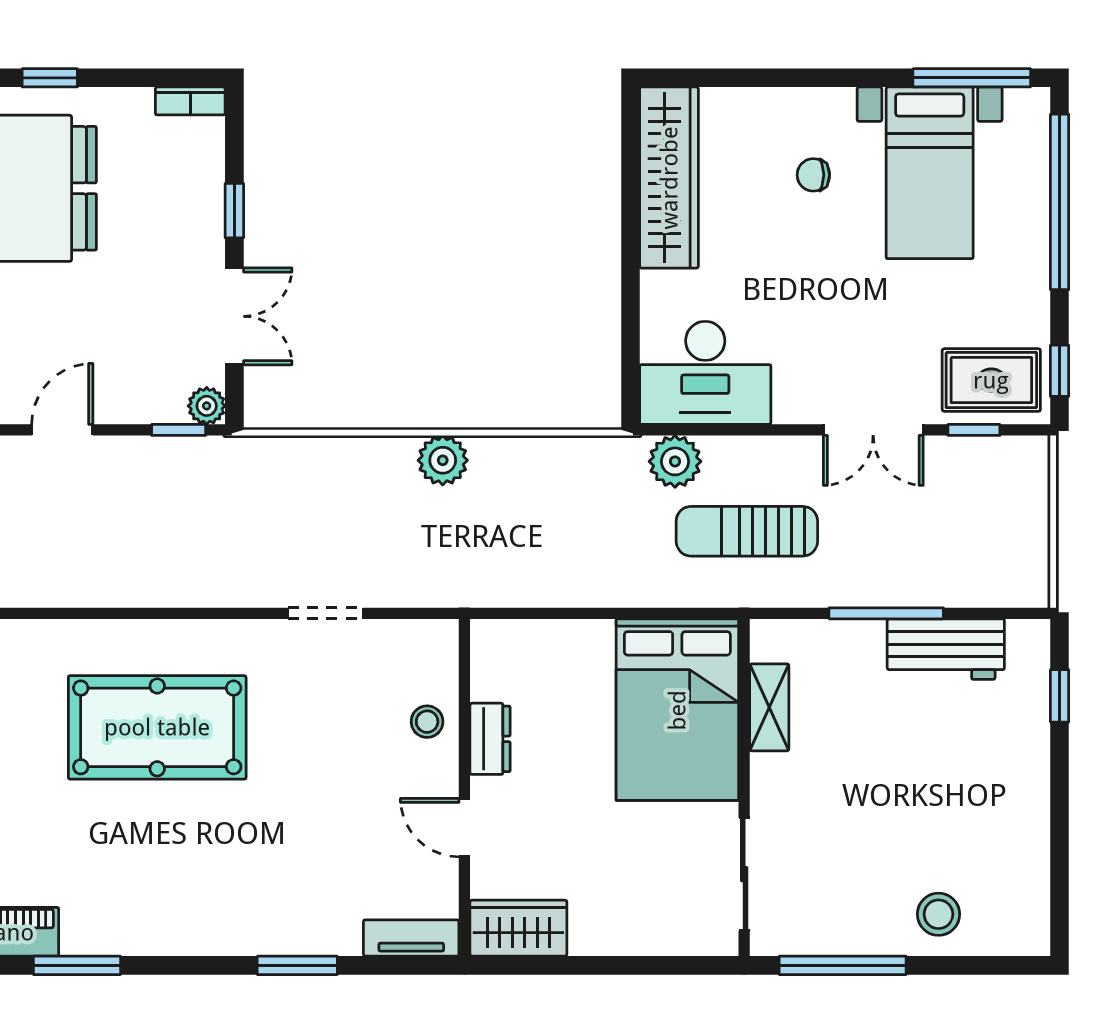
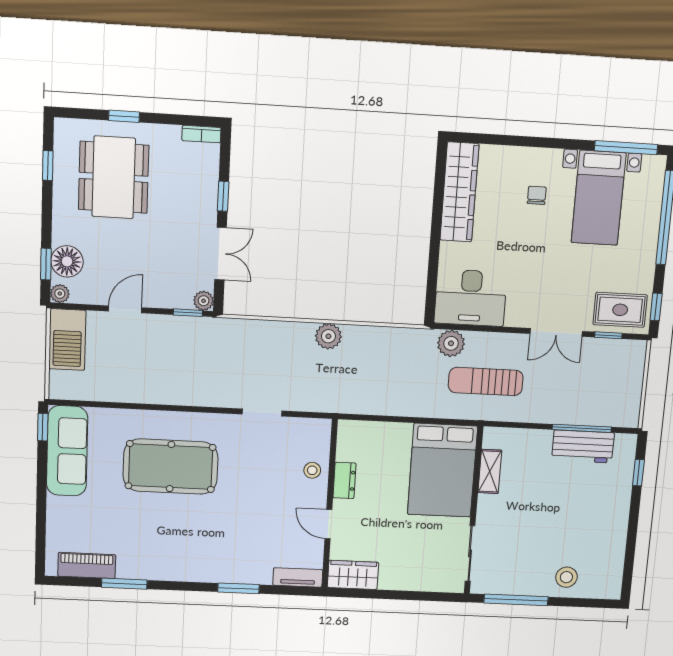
chair: (813, 175) -> (537, 195), turned 90
window: (886, 613) -> (582, 428), moved

